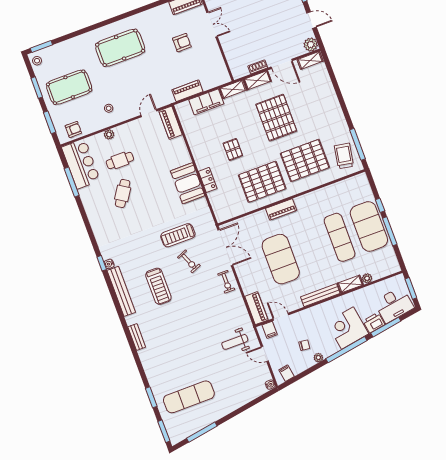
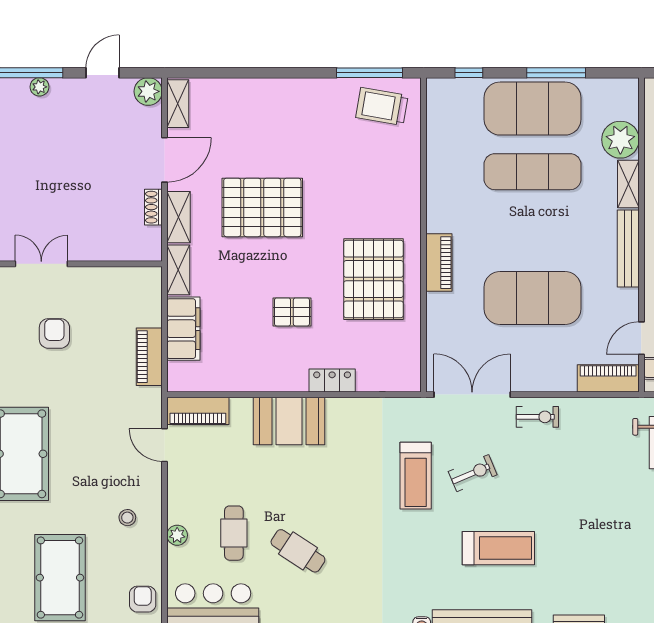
pallet: (305, 160) -> (363, 183), removed
booth: (188, 183) -> (289, 421), moved
window: (380, 205) -> (469, 73), moved
plant: (367, 278) -> (620, 140), width x1.87, depth x1.87

